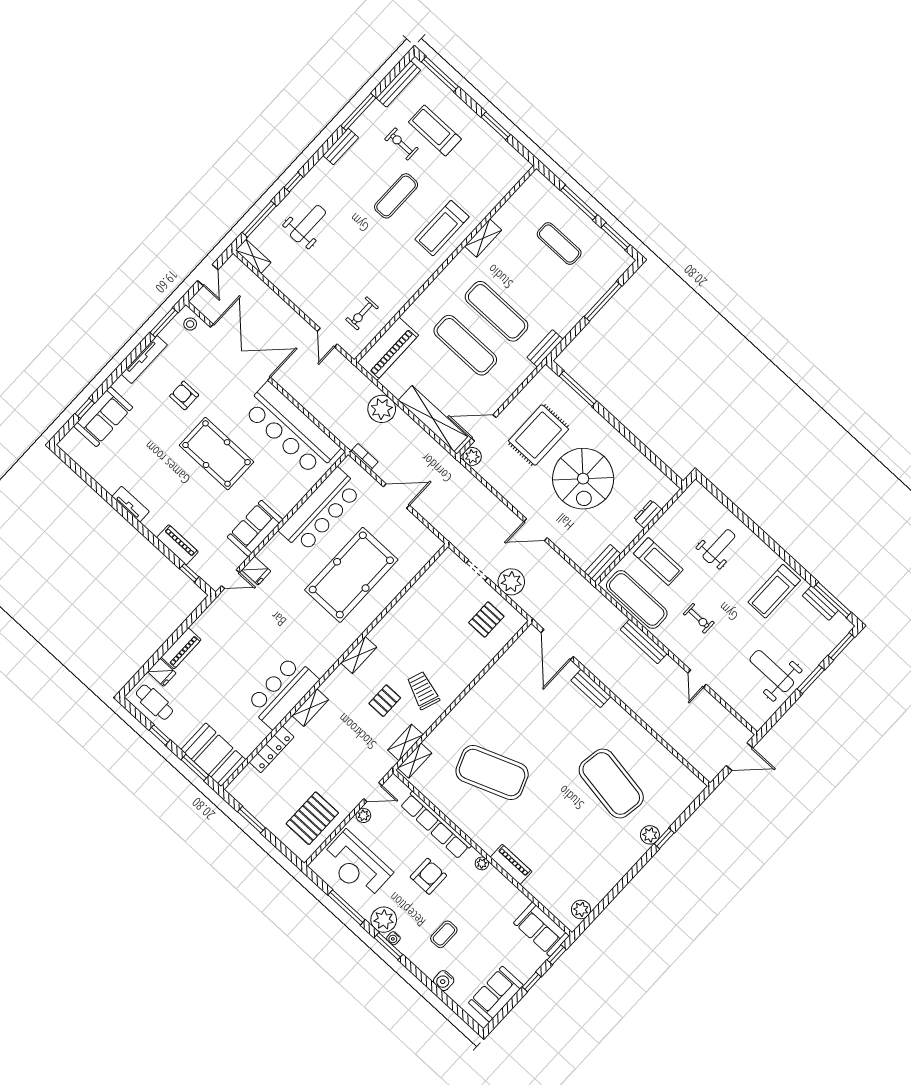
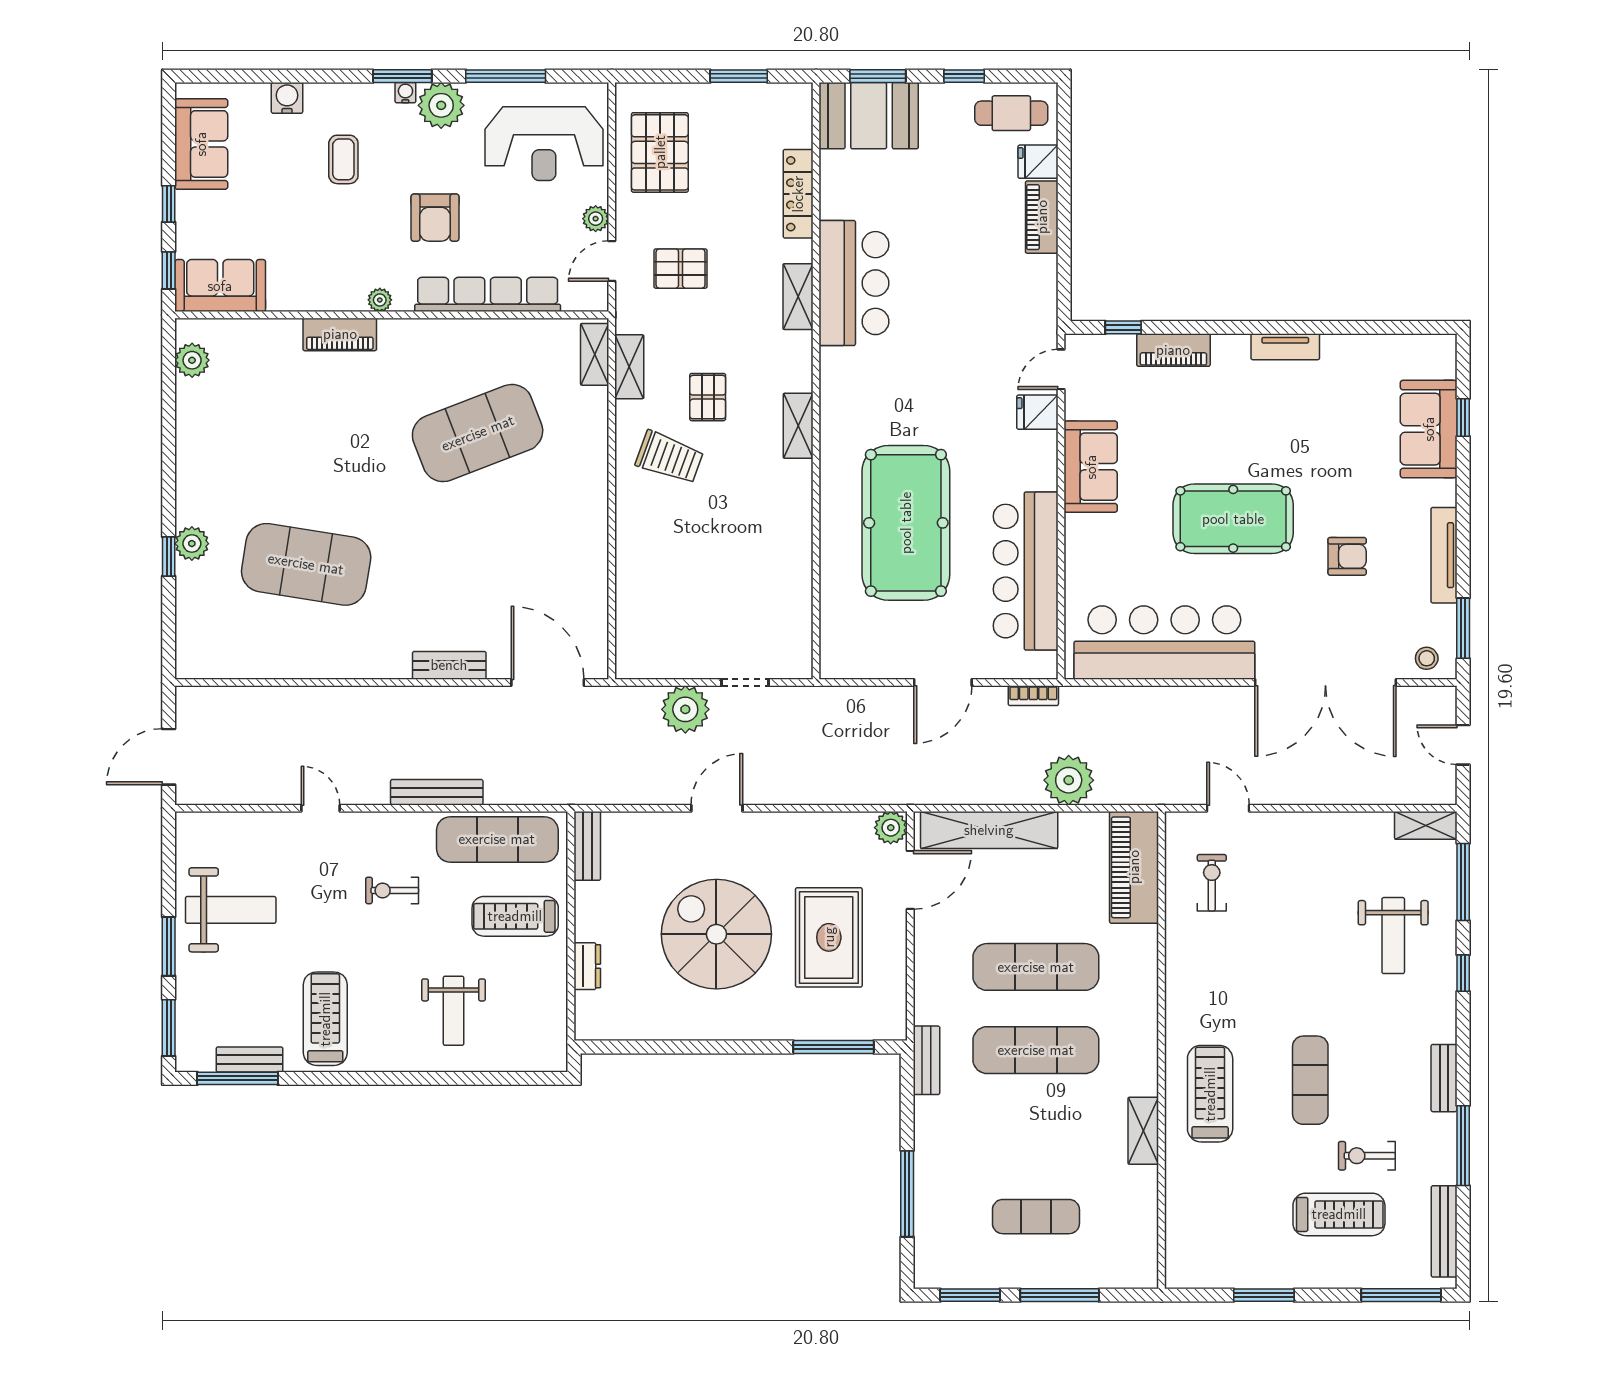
exercise bike: (401, 144) -> (1367, 1156), turned 180
pallet: (486, 619) -> (681, 269), moved, turned 90
reception desk: (356, 865) -> (544, 144), turned 180

